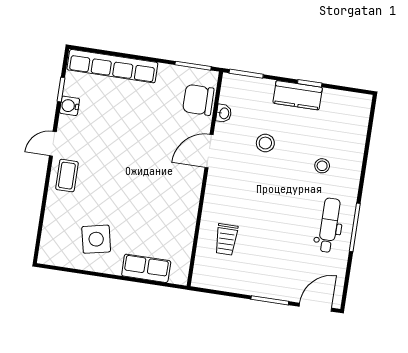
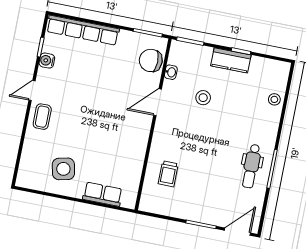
stool: (322, 166) -> (274, 99), moved
dental chair: (329, 225) -> (251, 166), turned 180

